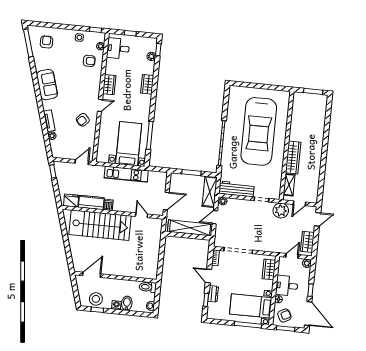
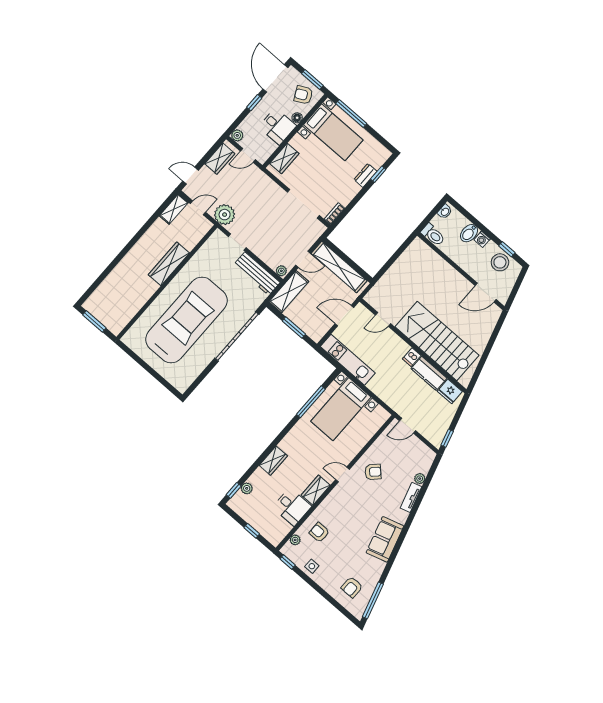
desk: (118, 48) -> (292, 507), moved
kitchen unit: (126, 174) -> (348, 360), moved
shelving: (289, 185) -> (174, 209), moved
door: (142, 215) -> (383, 319), hinge flipped
door: (208, 276) -> (357, 199), removed

